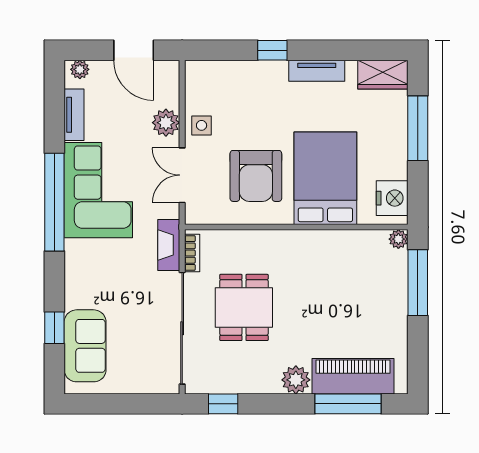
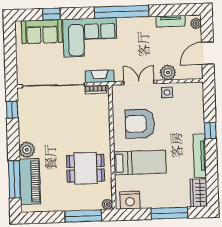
tv unit: (317, 71) -> (200, 156), width x1.41
bed: (325, 178) -> (140, 162), width x0.67
corner sofa: (98, 190) -> (90, 37), moved
dining table: (244, 307) -> (86, 168), moved

